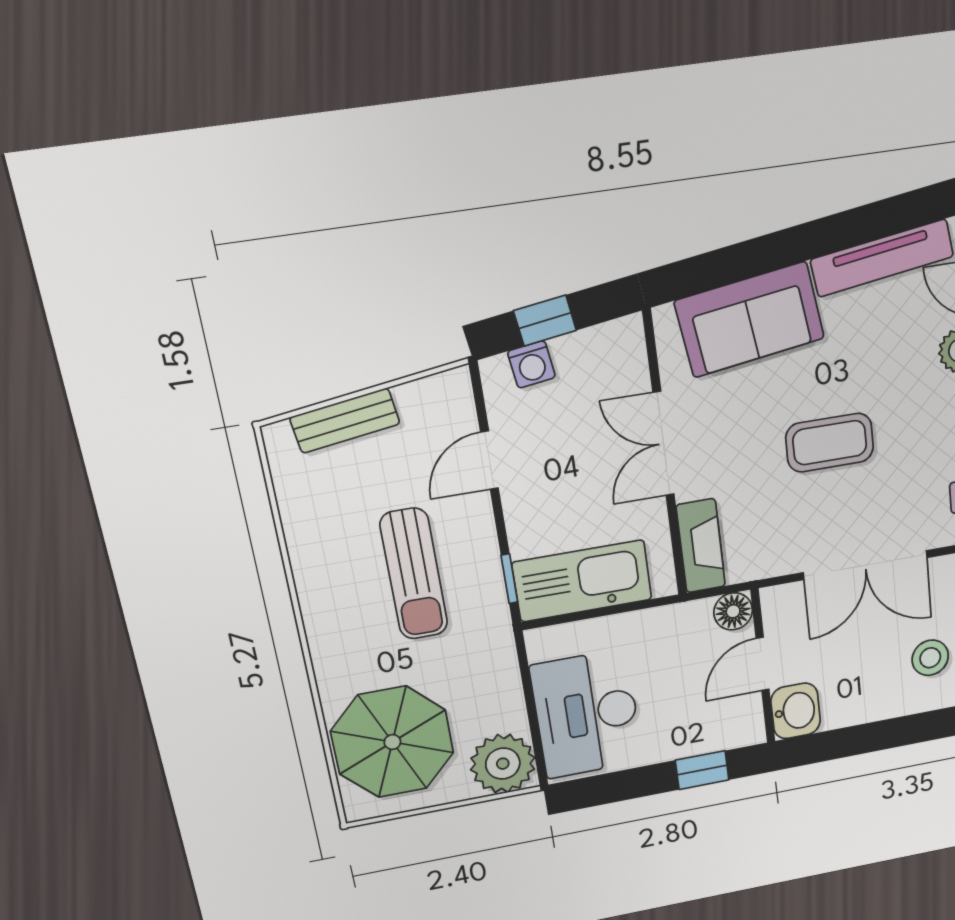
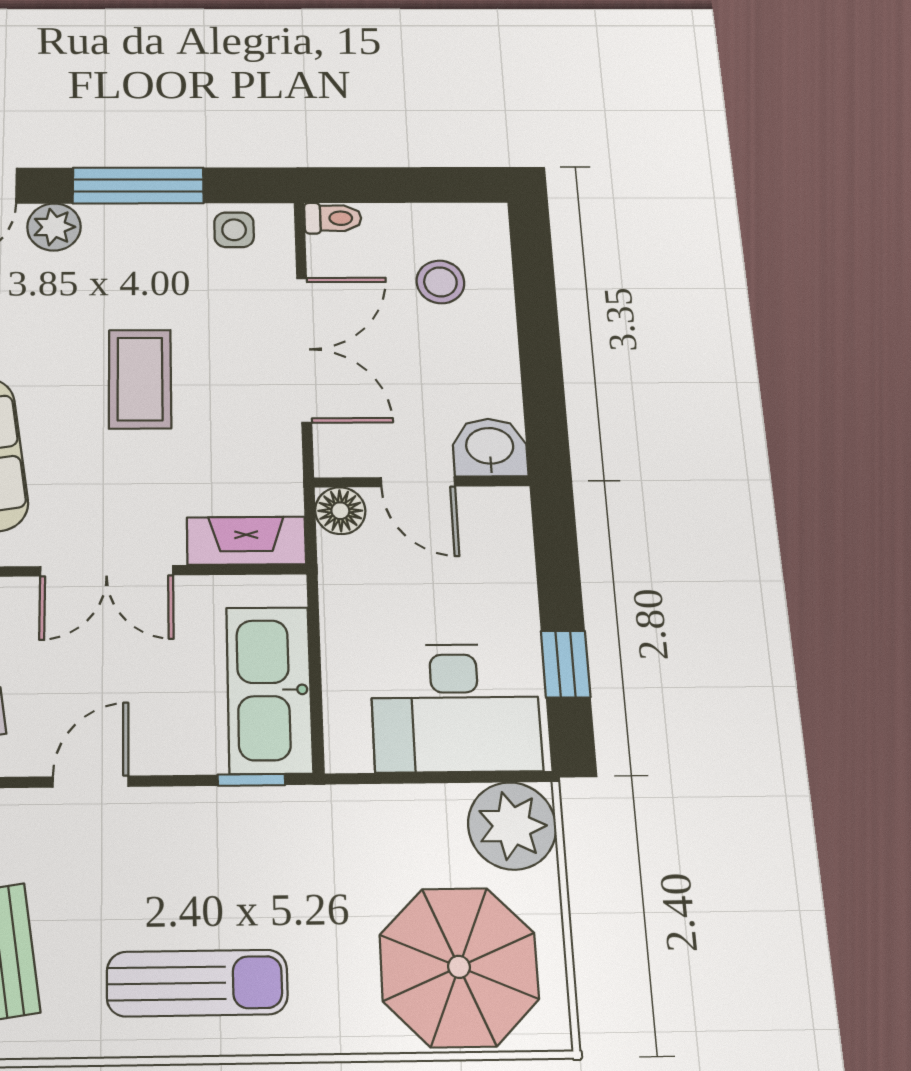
door: (489, 460) -> (91, 782), swing flipped
sun lounger: (414, 574) -> (197, 983), moved
window: (702, 770) -> (566, 664), moved

